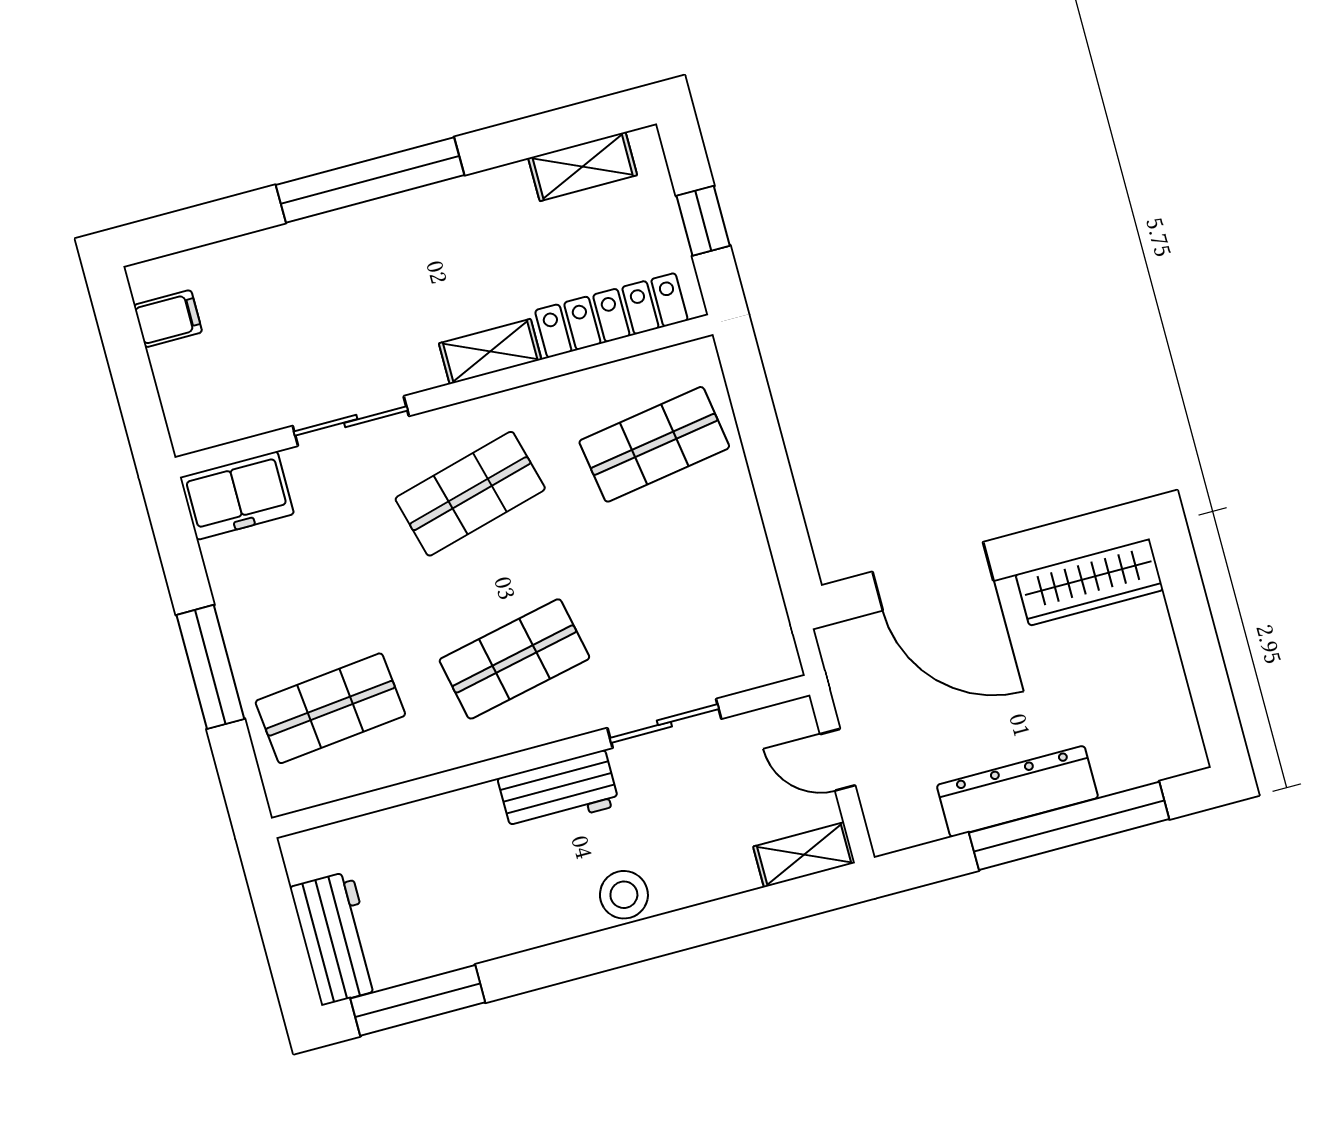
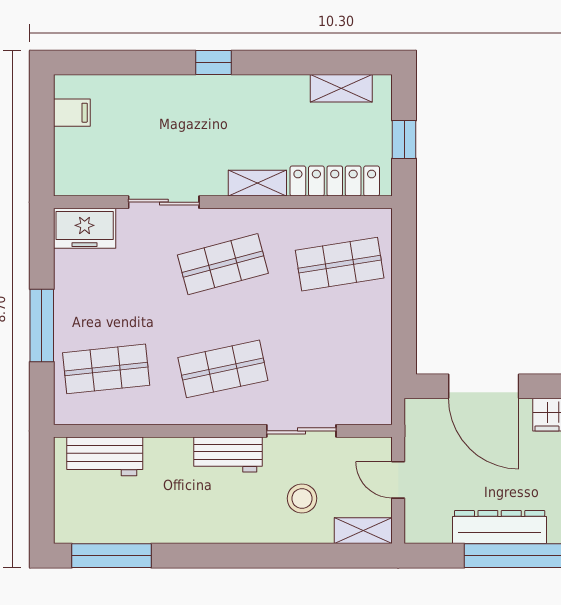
window: (370, 180) -> (213, 63), width x0.32
stool: (624, 895) -> (302, 498), moved
workbench: (336, 938) -> (105, 456), moved, turned 90

